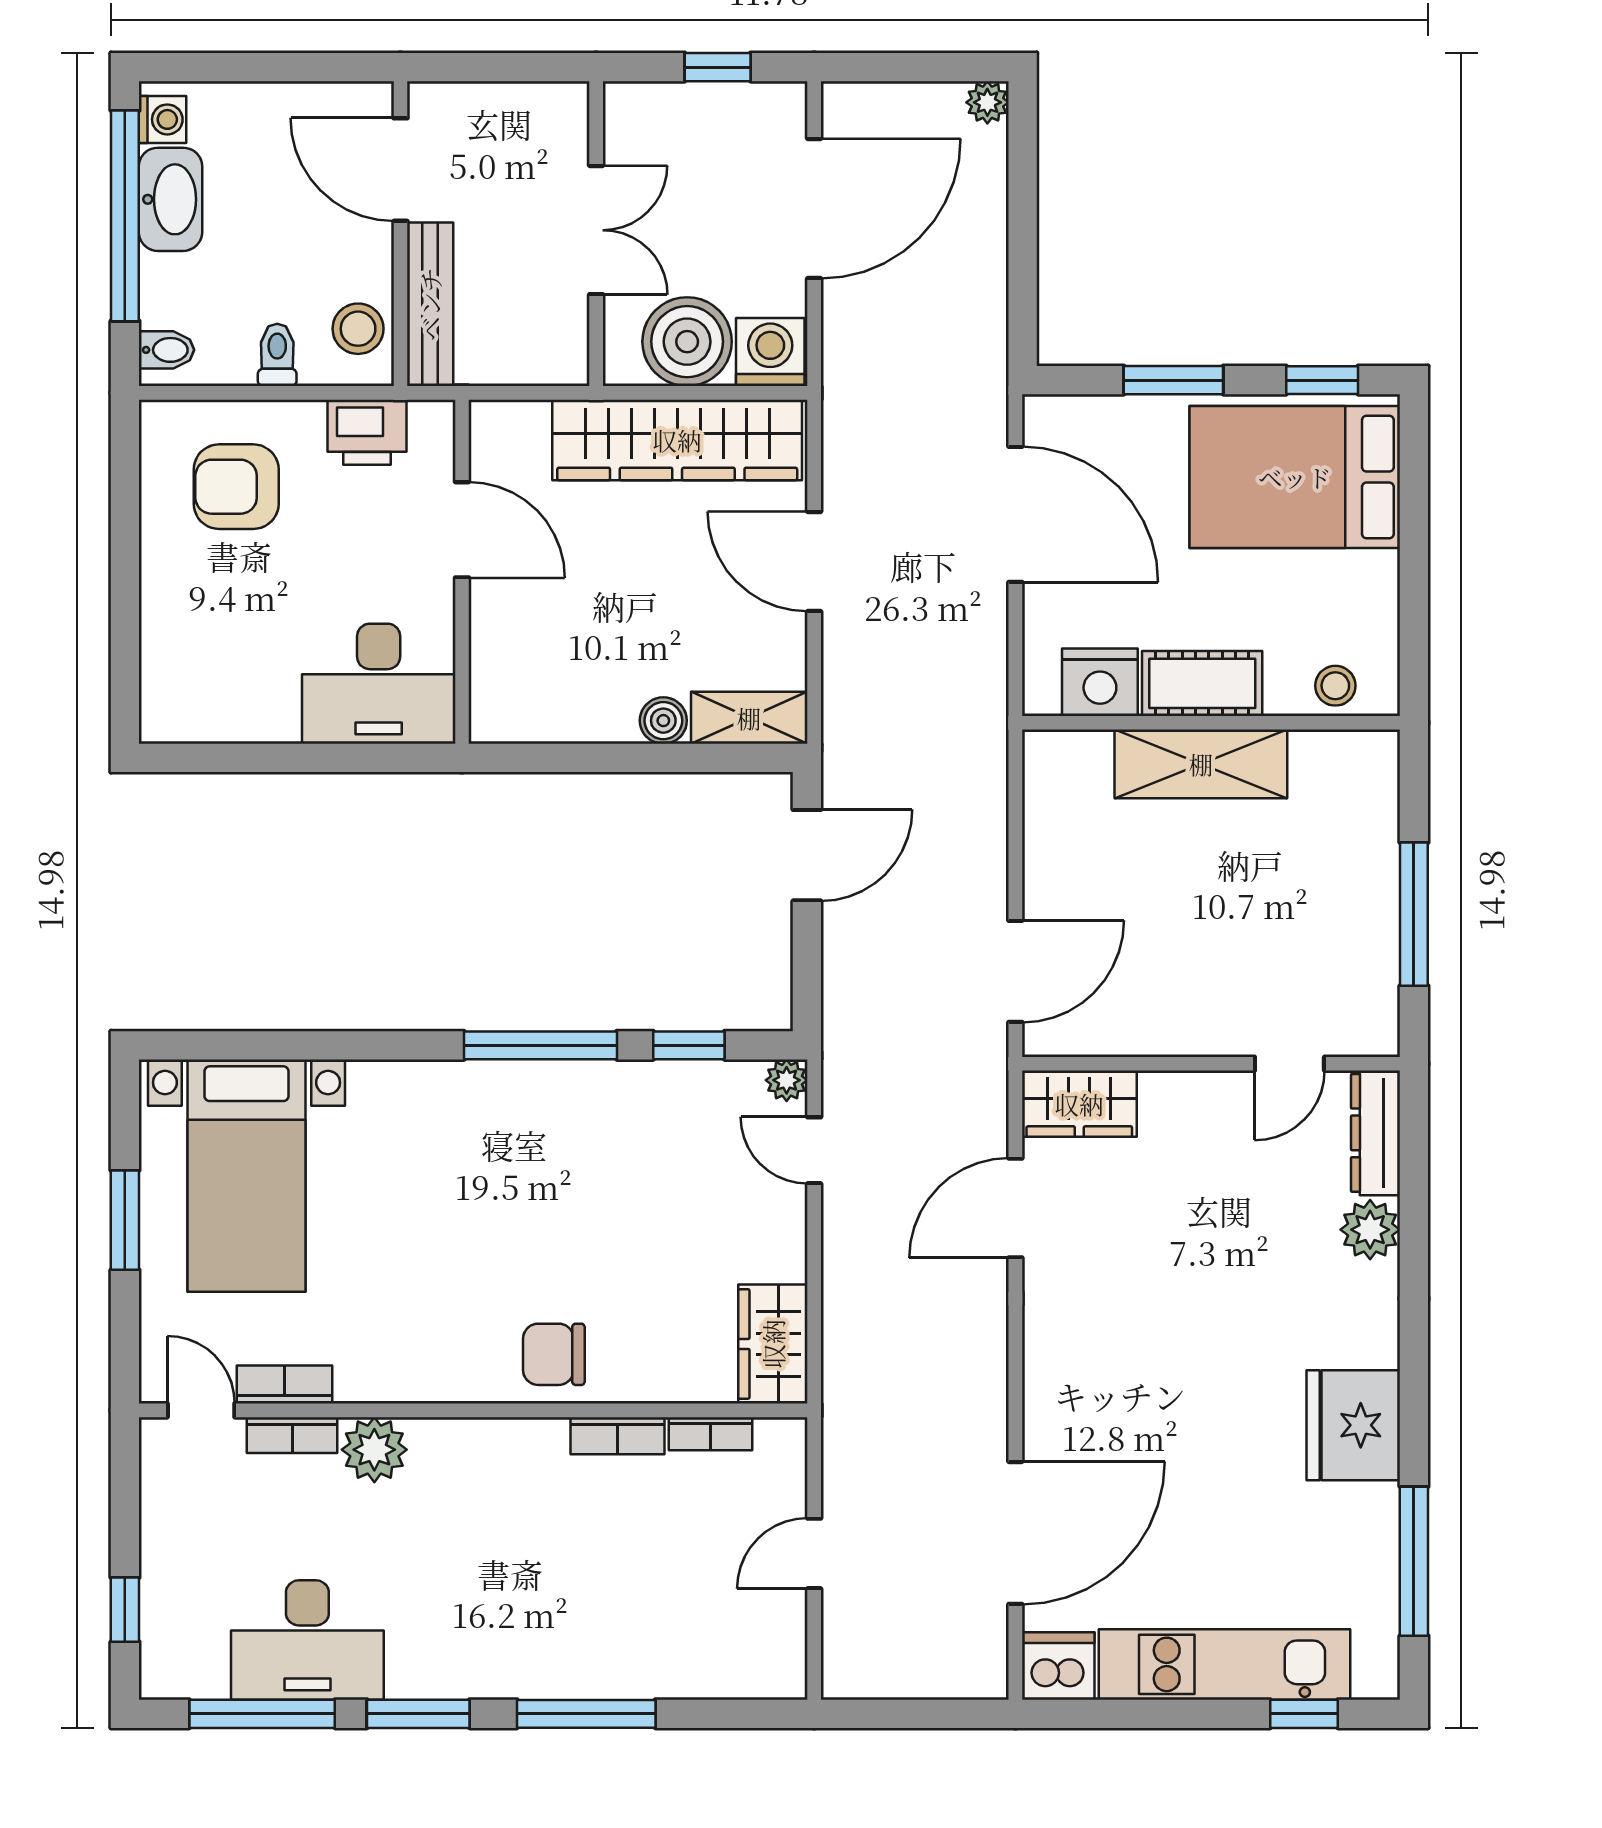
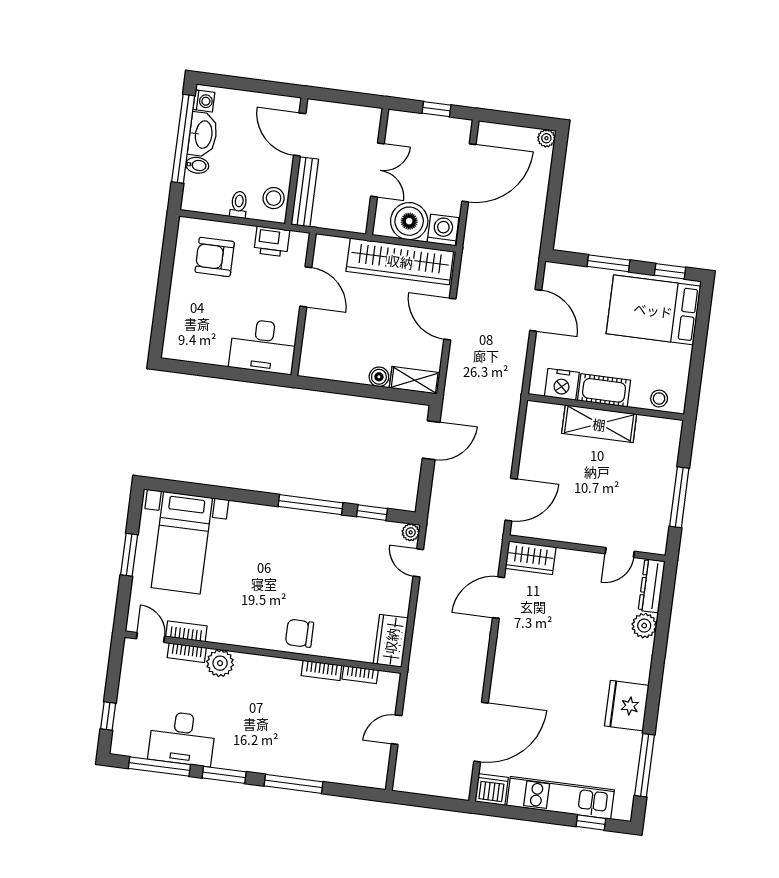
bidet: (166, 350) -> (197, 165), moved
door: (1015, 514) -> (536, 310), width x0.73

